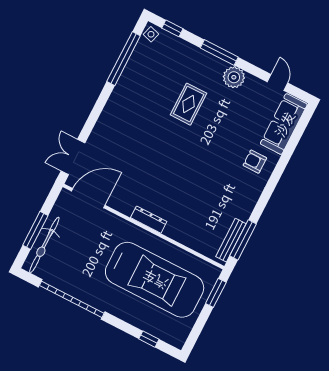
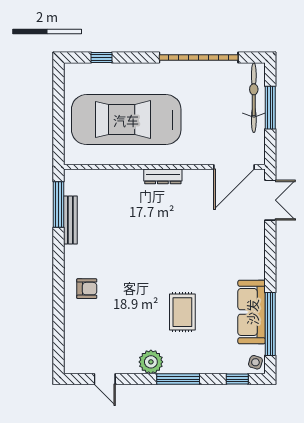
sofa: (284, 124) -> (252, 312), moved, turned 180
bench: (231, 240) -> (70, 220), moved
window: (216, 293) -> (58, 138), removed

